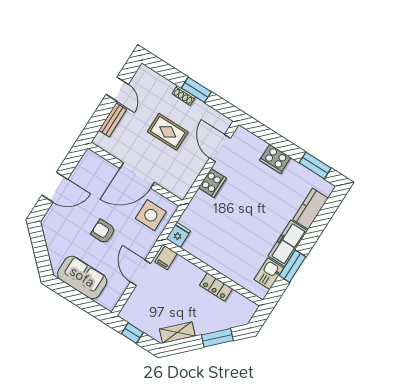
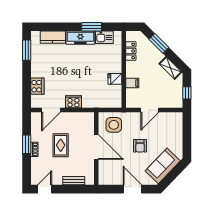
door: (117, 89) -> (45, 189), moved
cooker: (275, 159) -> (37, 86), moved
fridge: (178, 235) -> (115, 79), moved
filing cabinet: (166, 258) -> (132, 83), moved
sofa: (82, 277) -> (163, 166), moved, turned 44
locker: (216, 287) -> (131, 51), moved

